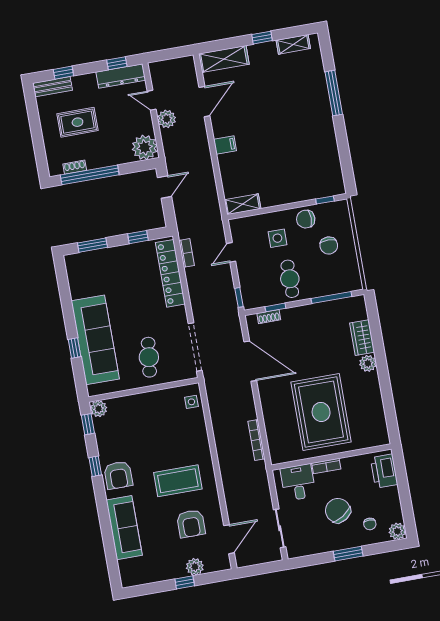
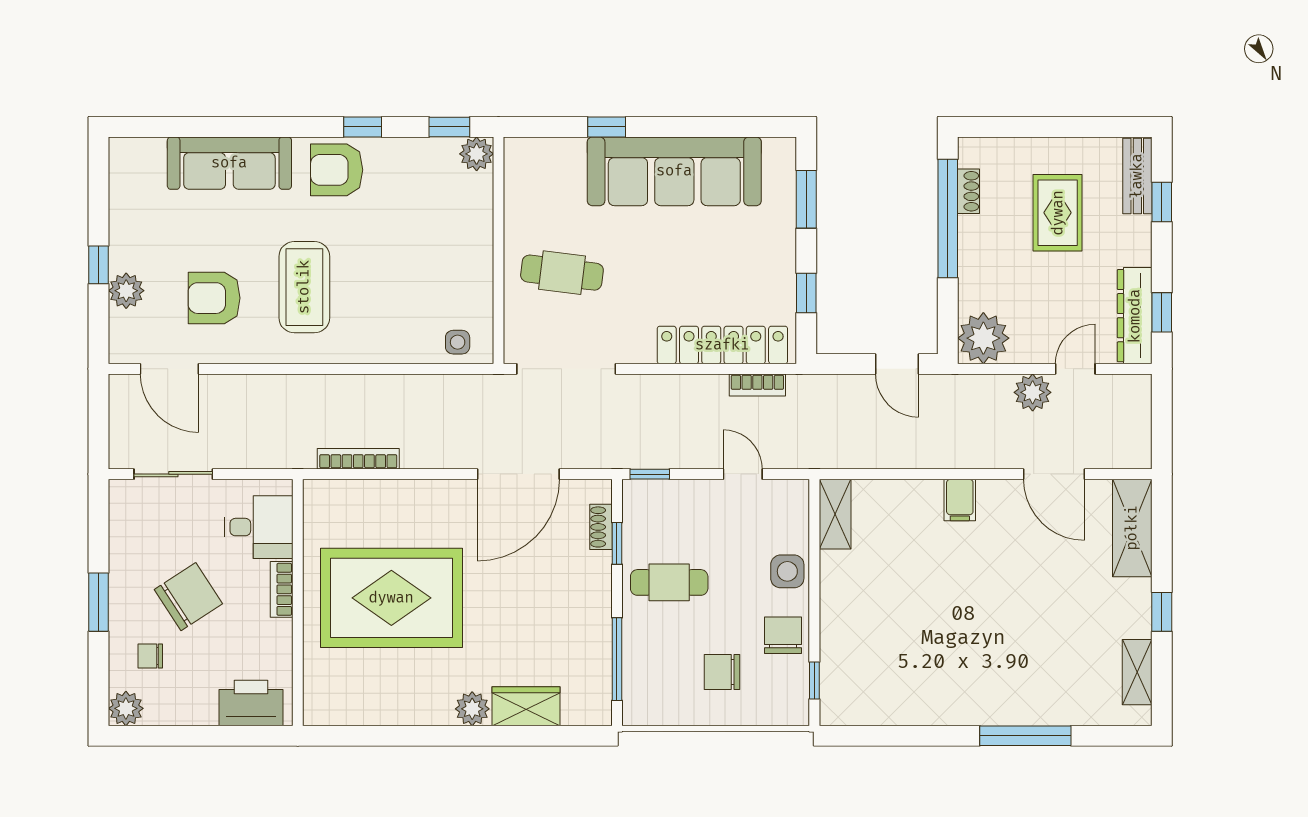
side table: (277, 238) -> (787, 571), moved
sofa: (95, 340) -> (674, 171), moved

